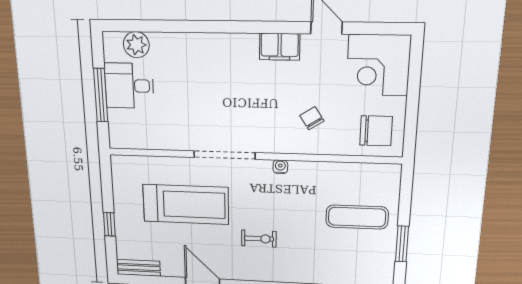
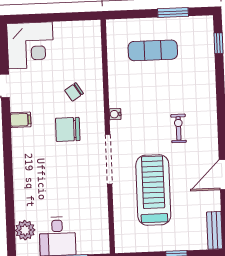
filing cabinet: (280, 47) -> (21, 120), width x0.50
chair: (376, 131) -> (68, 129), moved, turned -90
exercise mat: (357, 217) -> (153, 50), turned 90

